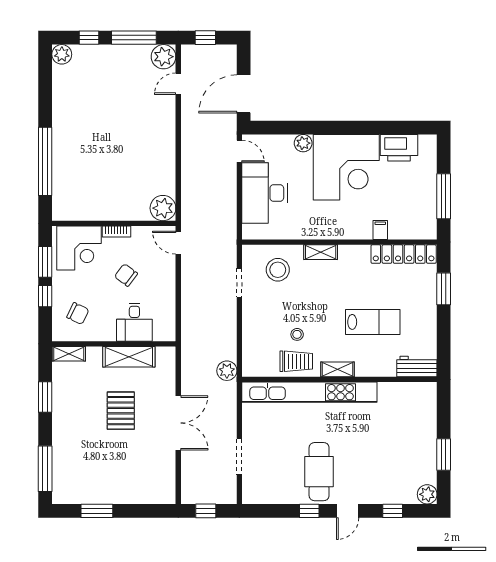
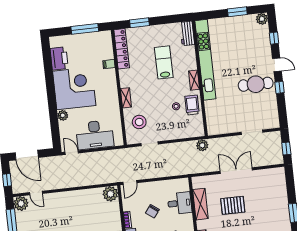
door: (244, 94) -> (27, 155), moved
door: (239, 151) -> (72, 153), hinge flipped
kitchen unit: (309, 392) -> (205, 60), moved

